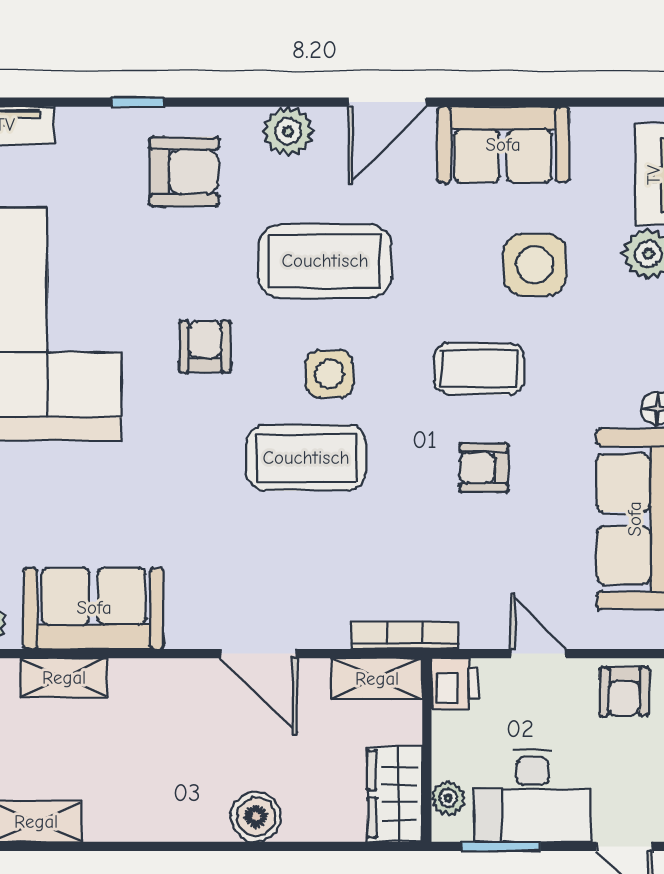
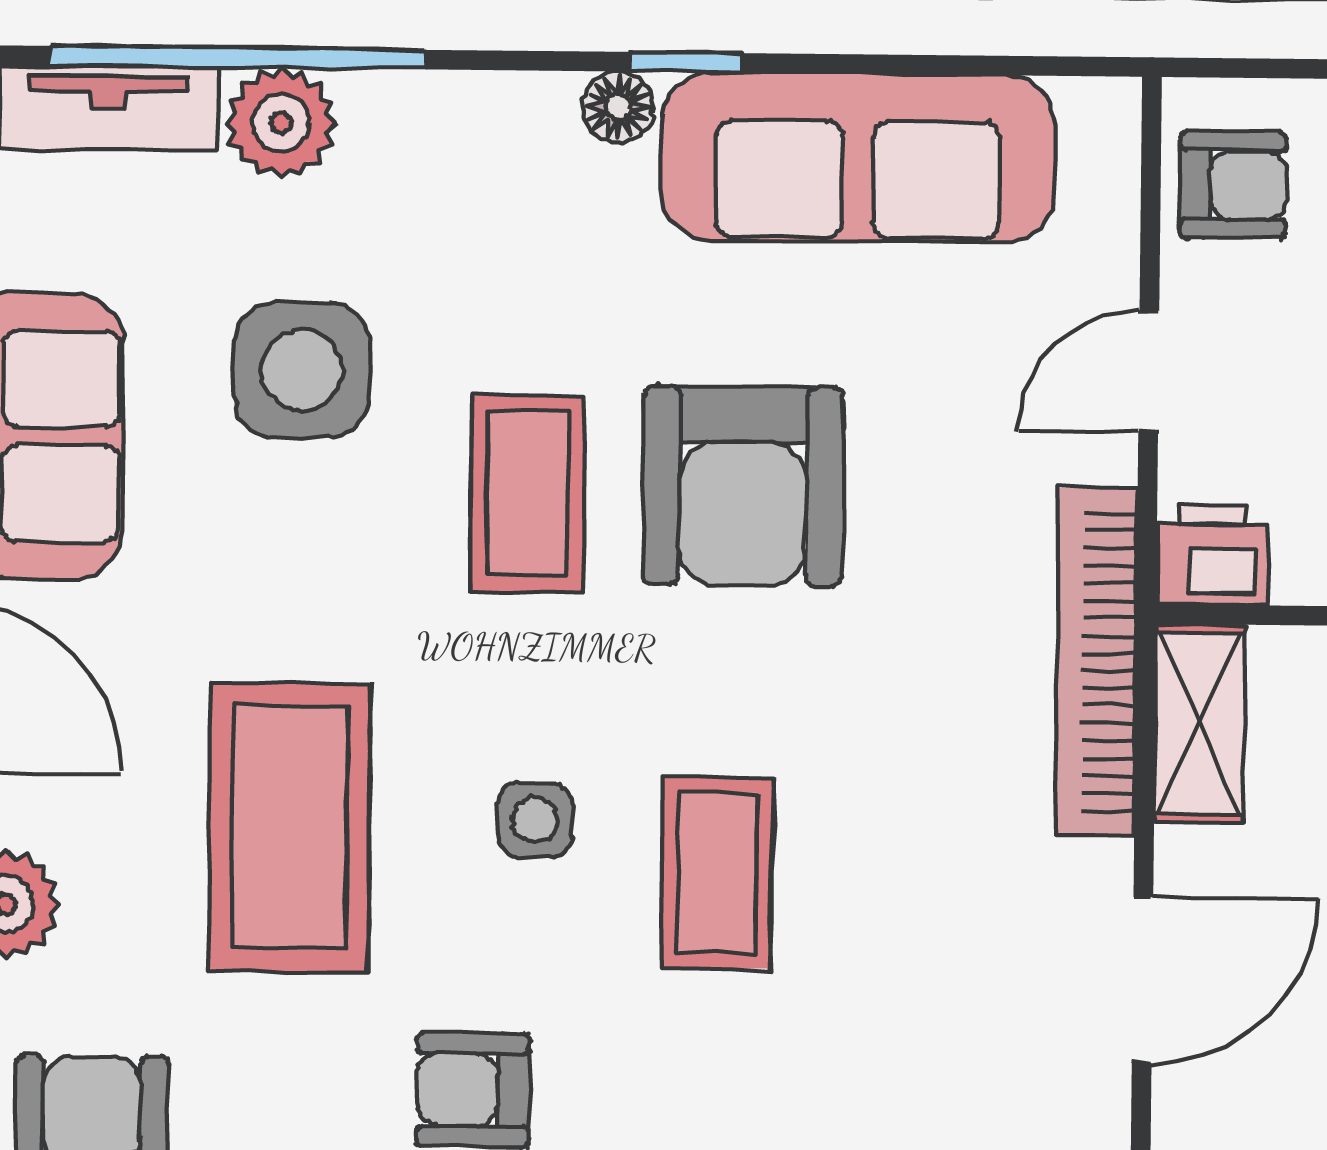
side table: (329, 374) -> (535, 820), width x0.73, depth x0.73
coffee table: (306, 458) -> (717, 872), width x0.73, depth x0.76
armchair: (484, 468) -> (743, 486), width x1.88, depth x1.88
bookcase: (405, 635) -> (1097, 662), width x1.48, depth x1.31

